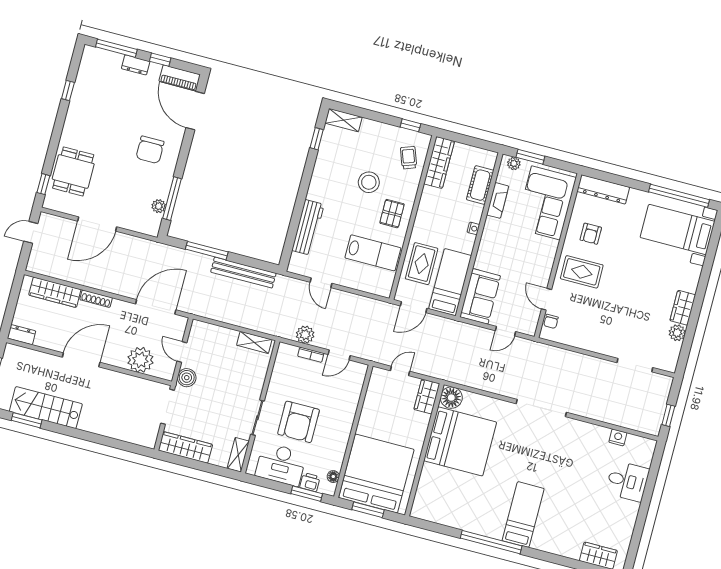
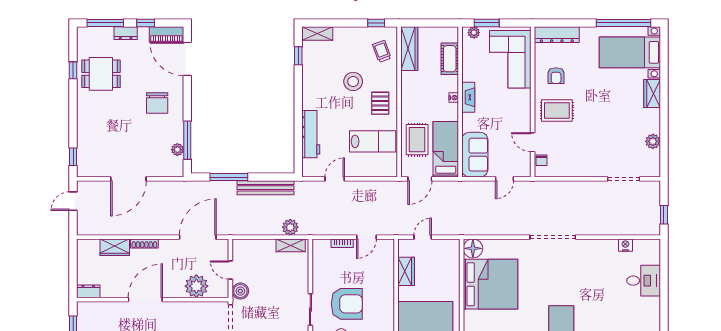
dining table: (73, 171) -> (101, 74), moved, turned 90
fireplace: (498, 200) -> (468, 97), moved
door: (321, 283) -> (335, 179), swing flipped
wardrobe: (55, 292) -> (115, 247), width x0.67
wardrobe: (683, 308) -> (652, 93), moved
plant: (305, 335) -> (290, 227), moved
wardrobe: (427, 396) -> (406, 271), moved, turned 180
armchair: (299, 422) -> (347, 304), turned -90

